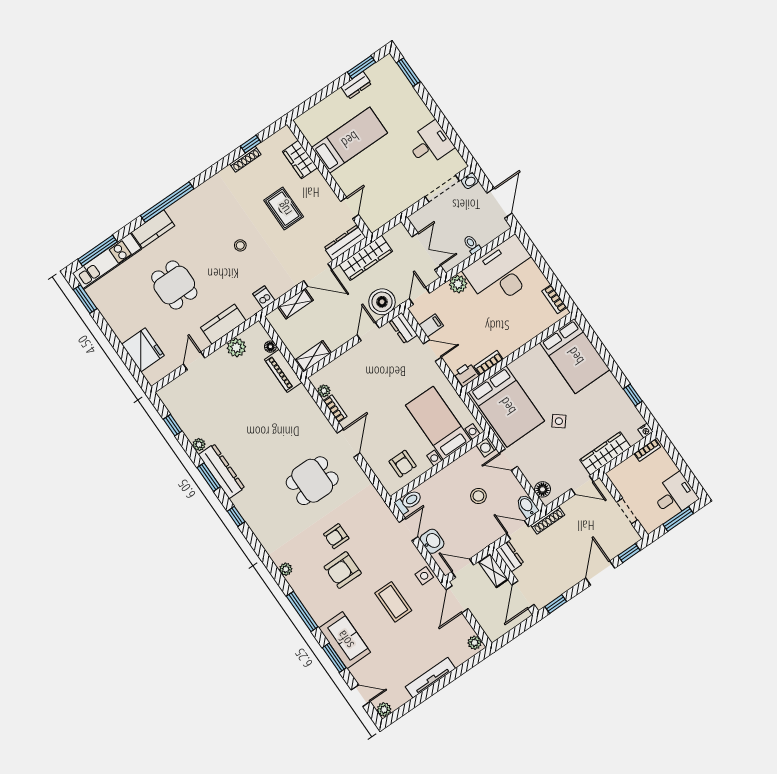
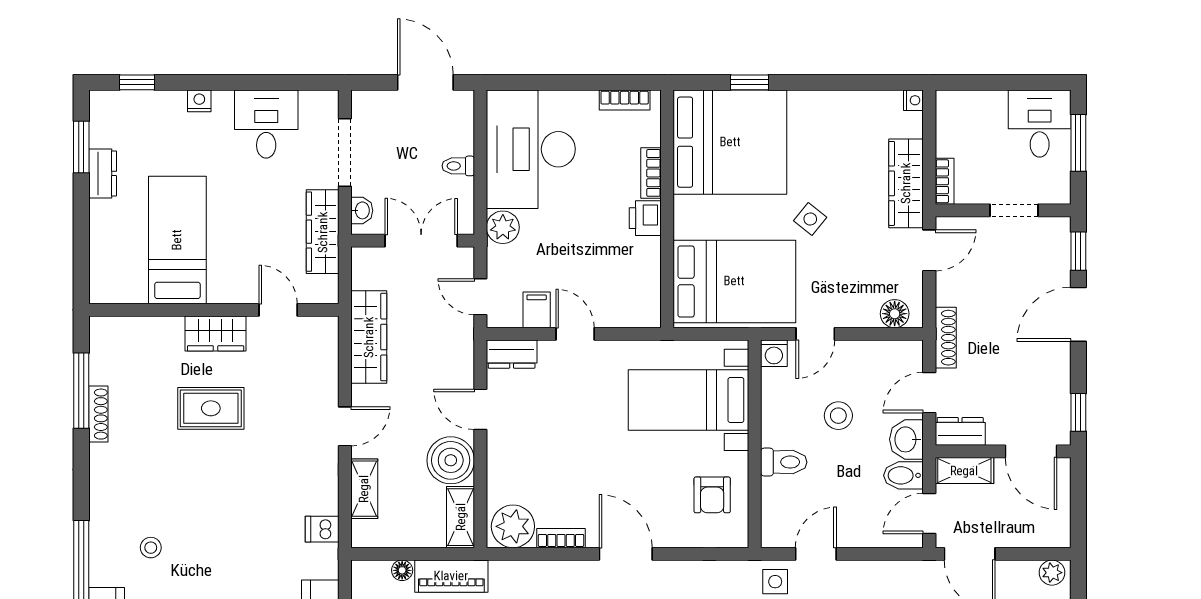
window: (408, 72) -> (137, 82), width x0.67
nightstand: (420, 106) -> (199, 101), added
window: (251, 144) -> (81, 391), width x2.17
wardrobe: (300, 160) -> (216, 334), moved
washbasin: (470, 181) -> (362, 210), moved
wardrobe: (399, 204) -> (323, 232), added
dresser: (345, 243) -> (325, 352), removed
stool: (240, 245) -> (151, 548), moved
door: (318, 275) -> (345, 426), width x0.73
boiler: (382, 302) -> (451, 460), moved
door: (432, 351) -> (575, 334), hinge flipped
bed: (575, 356) -> (730, 142), width x1.36
bookcase: (488, 363) -> (651, 173), moved
printer: (466, 374) -> (645, 218), moved
plant: (324, 391) -> (513, 526), width x1.88, depth x1.88
window: (633, 395) -> (750, 82), moved
bookcase: (647, 450) -> (945, 181), moved
armchair: (403, 464) -> (712, 495), turned 90
toilet: (409, 501) -> (784, 462), moved, turned 90
bidet: (527, 506) -> (903, 475), moved
door: (409, 529) -> (816, 554), hinge flipped
washbasin: (432, 541) -> (906, 439), moved, turned -90
door: (600, 573) -> (1078, 314), hinge flipped
side table: (424, 576) -> (775, 582), moved

